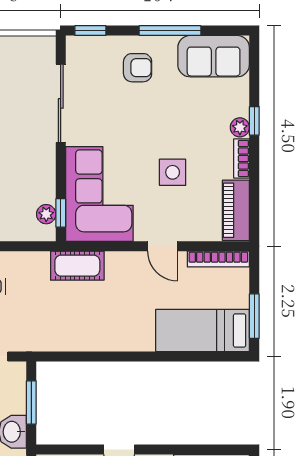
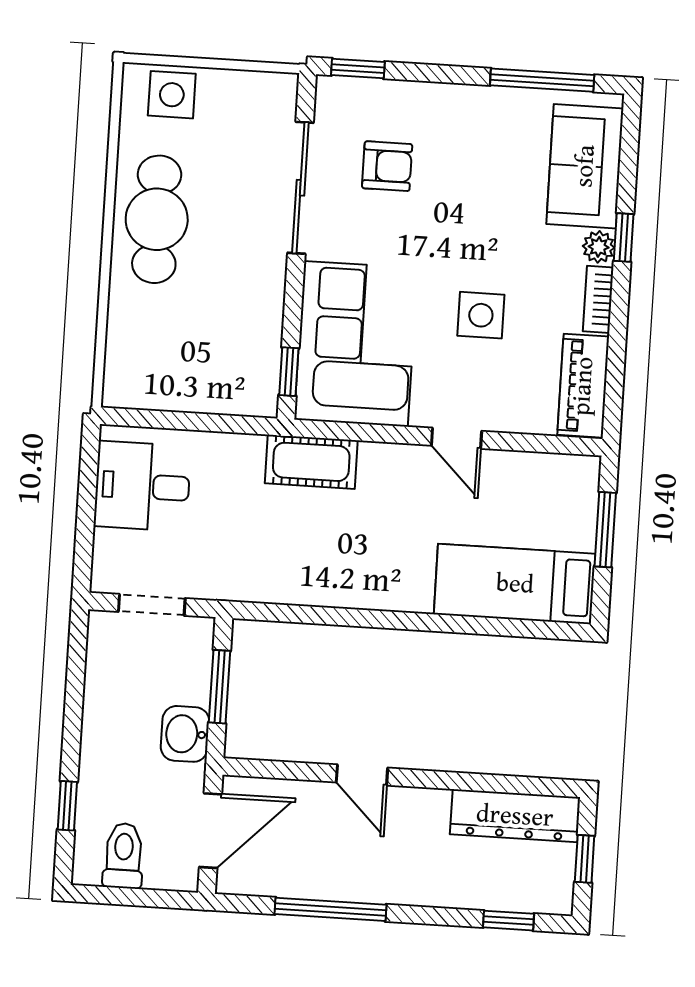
window: (170, 31) -> (542, 80), moved
sofa: (214, 56) -> (585, 166), moved, turned 90
armchair: (138, 68) -> (387, 166), moved
plant: (46, 214) -> (264, 372), removed
bookcase: (218, 259) -> (549, 466), removed
window: (254, 316) -> (605, 530), moved

